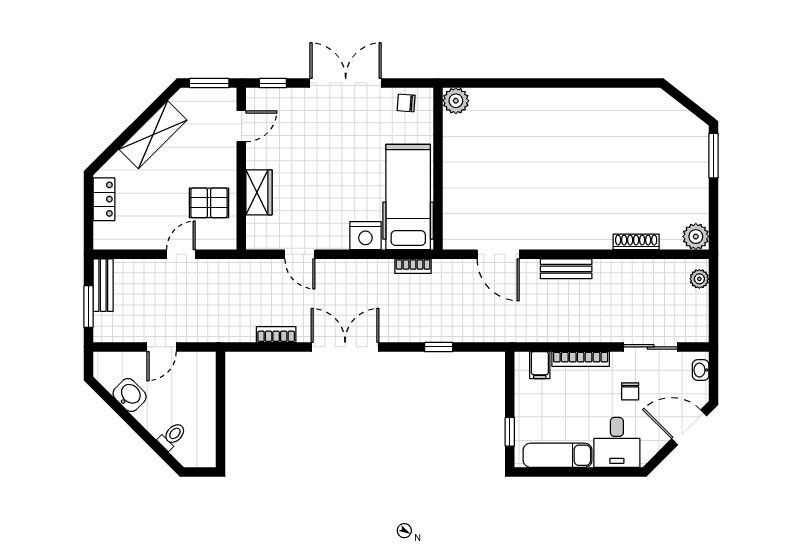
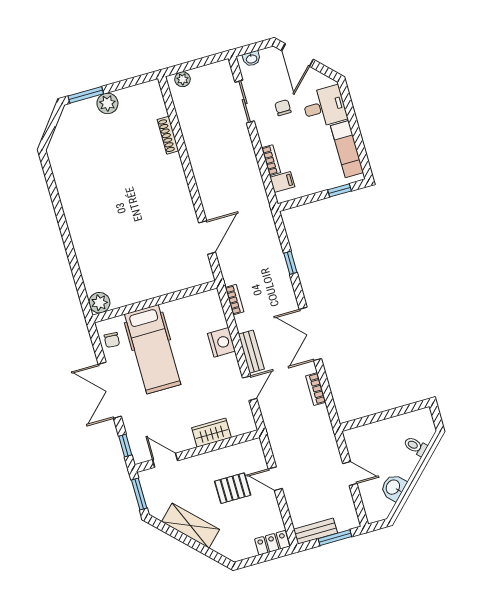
hospital bed: (408, 197) -> (153, 349), moved, turned -90
locker: (104, 199) -> (272, 543), moved
pallet: (209, 203) -> (233, 488), moved, turned 90
plant: (696, 237) -> (107, 103), moved
bench: (566, 269) -> (251, 352), moved
bookcase: (581, 359) -> (271, 160), width x0.64
chair: (630, 391) -> (283, 108), turned -90

